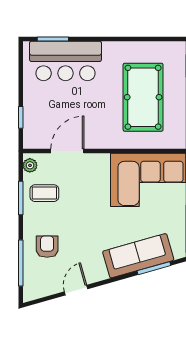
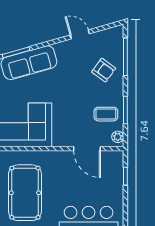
door: (67, 151) -> (87, 149), hinge flipped
armchair: (47, 247) -> (104, 70), turned -54
door: (76, 290) -> (80, 34), swing flipped

